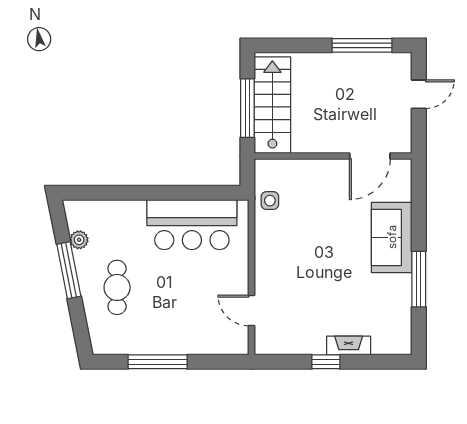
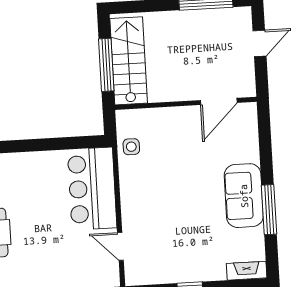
bar counter: (192, 225) -> (92, 189), moved, turned 90
sofa: (392, 237) -> (244, 196), moved
fireplace: (349, 346) -> (247, 271), moved

